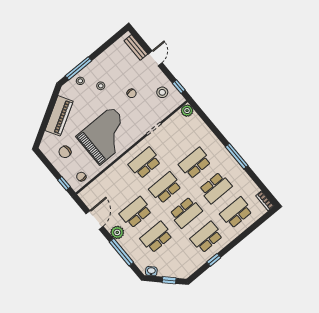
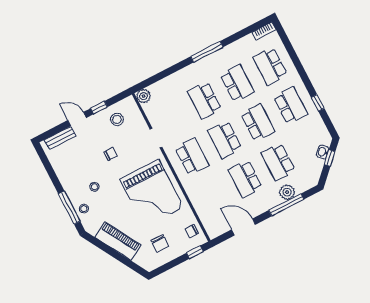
window: (179, 87) -> (99, 108), moved
grand piano: (106, 136) -> (152, 193), turned 180
school desk: (145, 163) -> (192, 157), turned 180
plant: (117, 232) -> (287, 192), moved
school desk: (207, 237) -> (291, 105), turned 180
washbasin: (151, 271) -> (323, 152), moved

